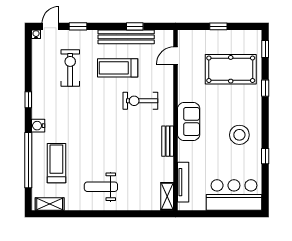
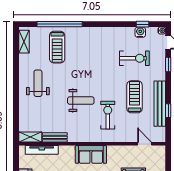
window: (28, 100) -> (143, 24), moved
water cooler: (38, 126) -> (140, 32), moved
weight bench: (122, 134) -> (81, 101), added
bench: (168, 141) -> (55, 137), moved
treadmill: (56, 163) -> (57, 47), turned 90

